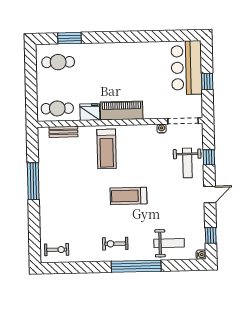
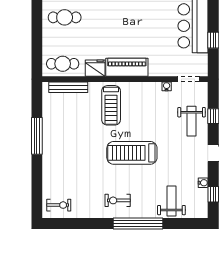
doorway: (183, 121) -> (188, 79), width x0.73
bench: (63, 132) -> (68, 87), width x1.36
treadmill: (128, 196) -> (132, 153), width x1.37, depth x1.38
weight bench: (169, 243) -> (171, 201), turned -90
water cooler: (201, 255) -> (203, 183), moved

